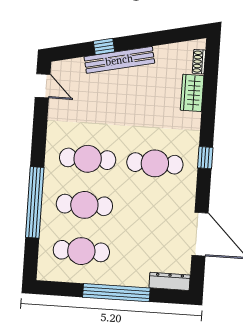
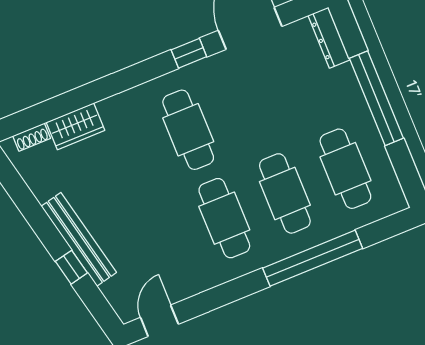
window: (205, 158) -> (189, 53), moved

